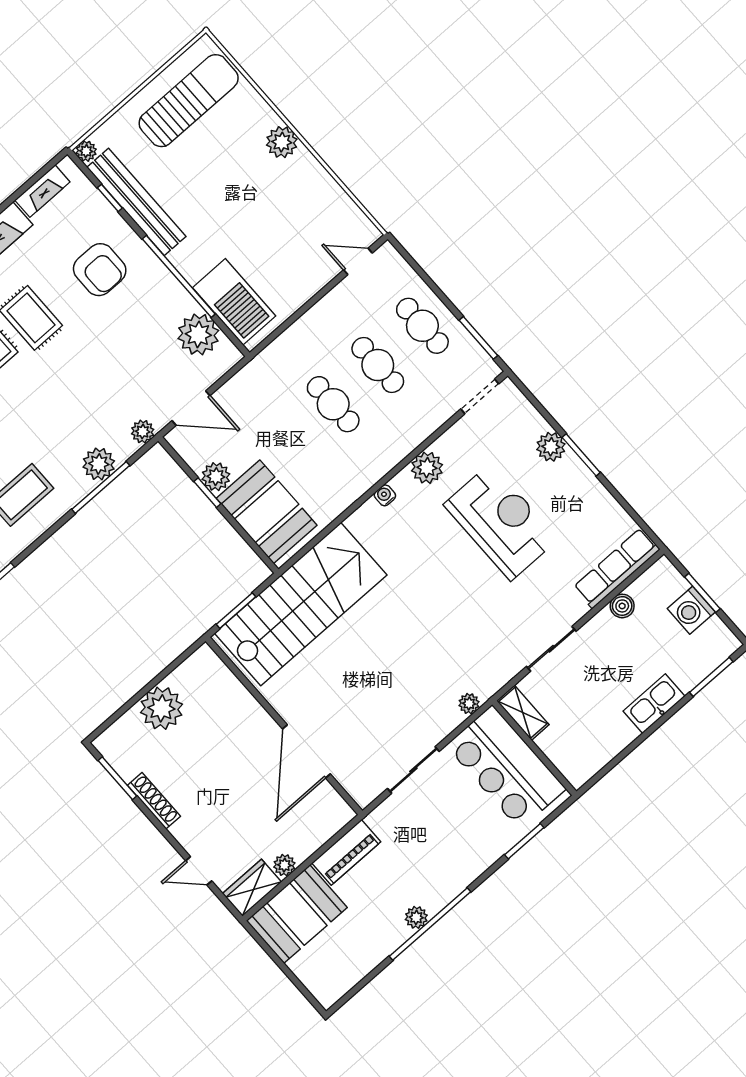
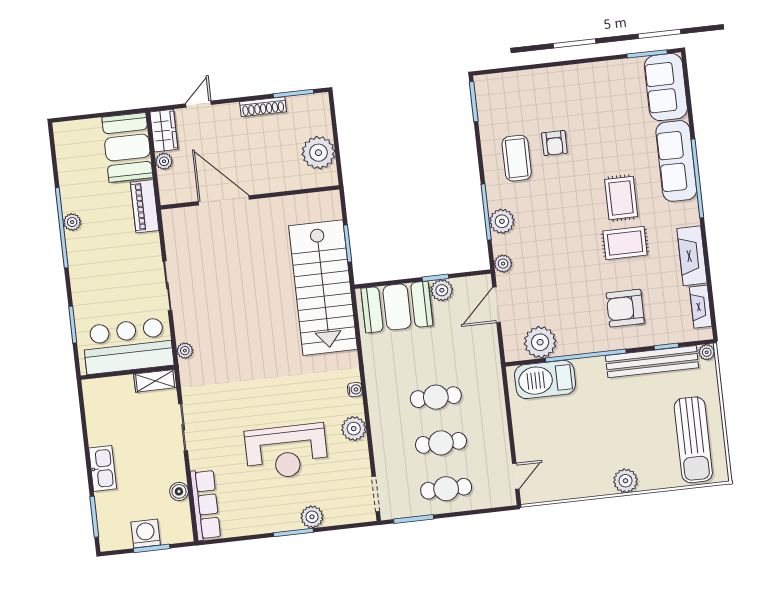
wall: (284, 726) -> (250, 197), moved
door: (306, 751) -> (224, 200), moved

